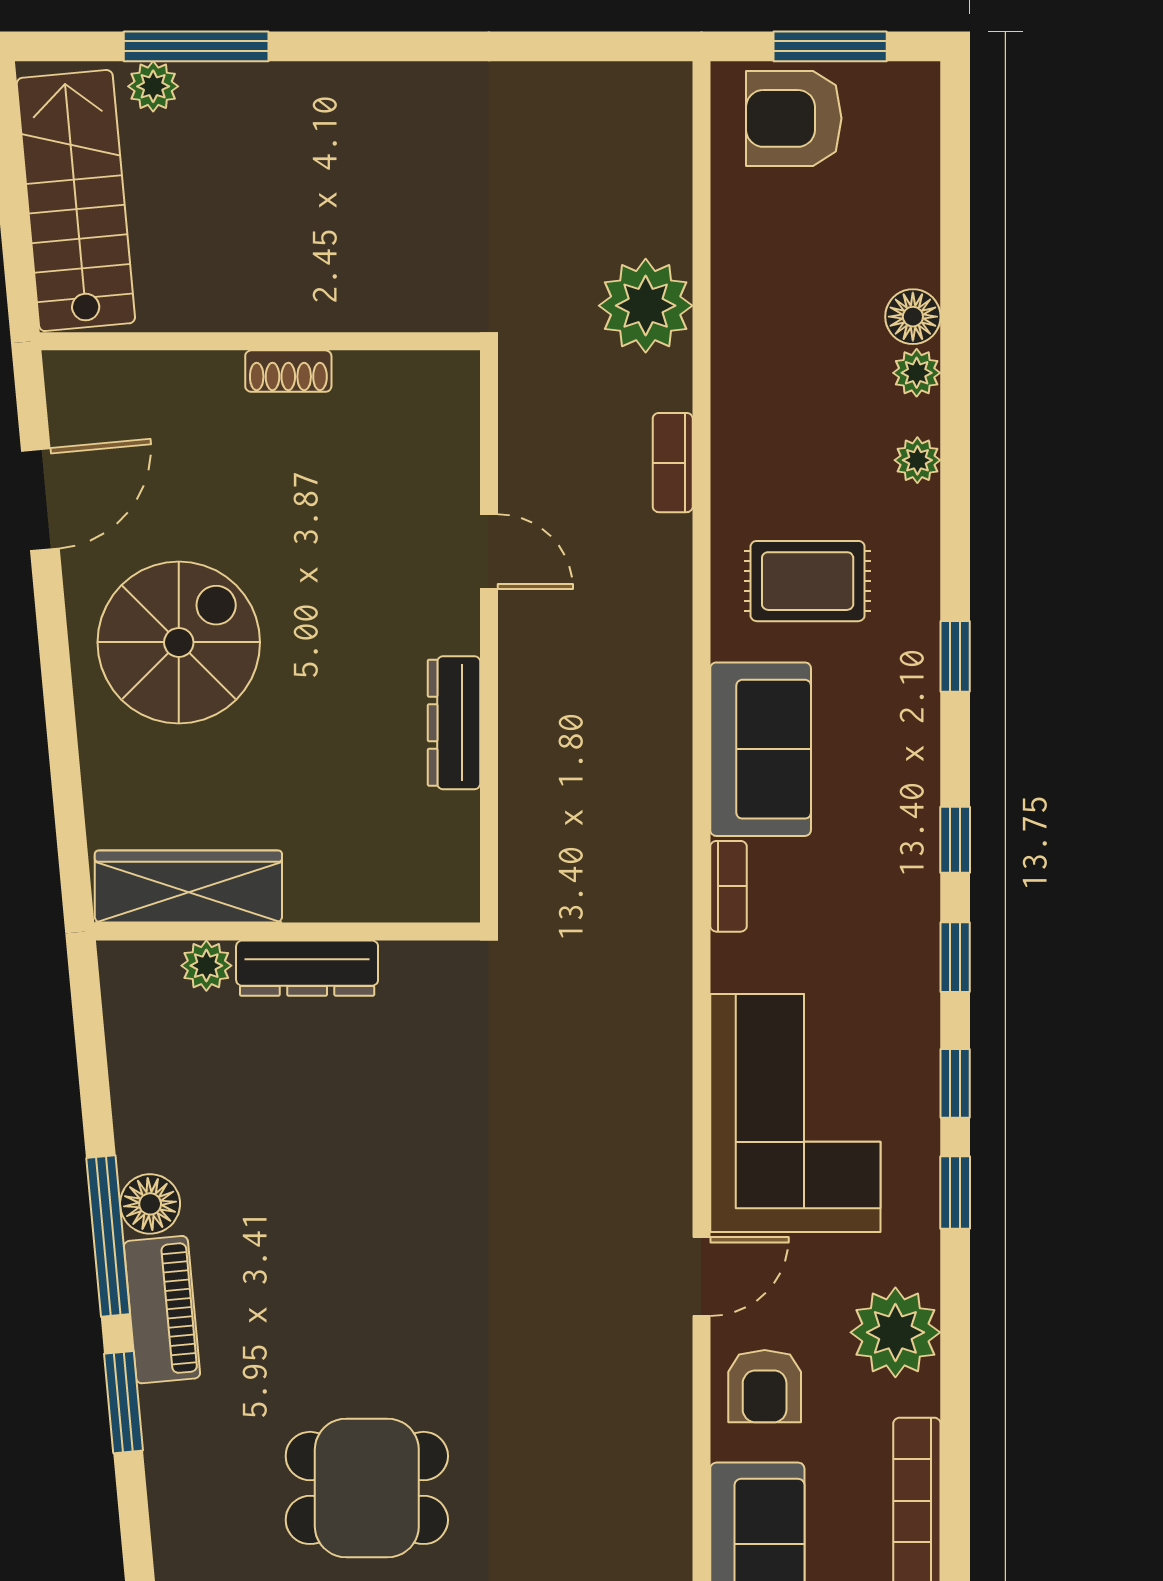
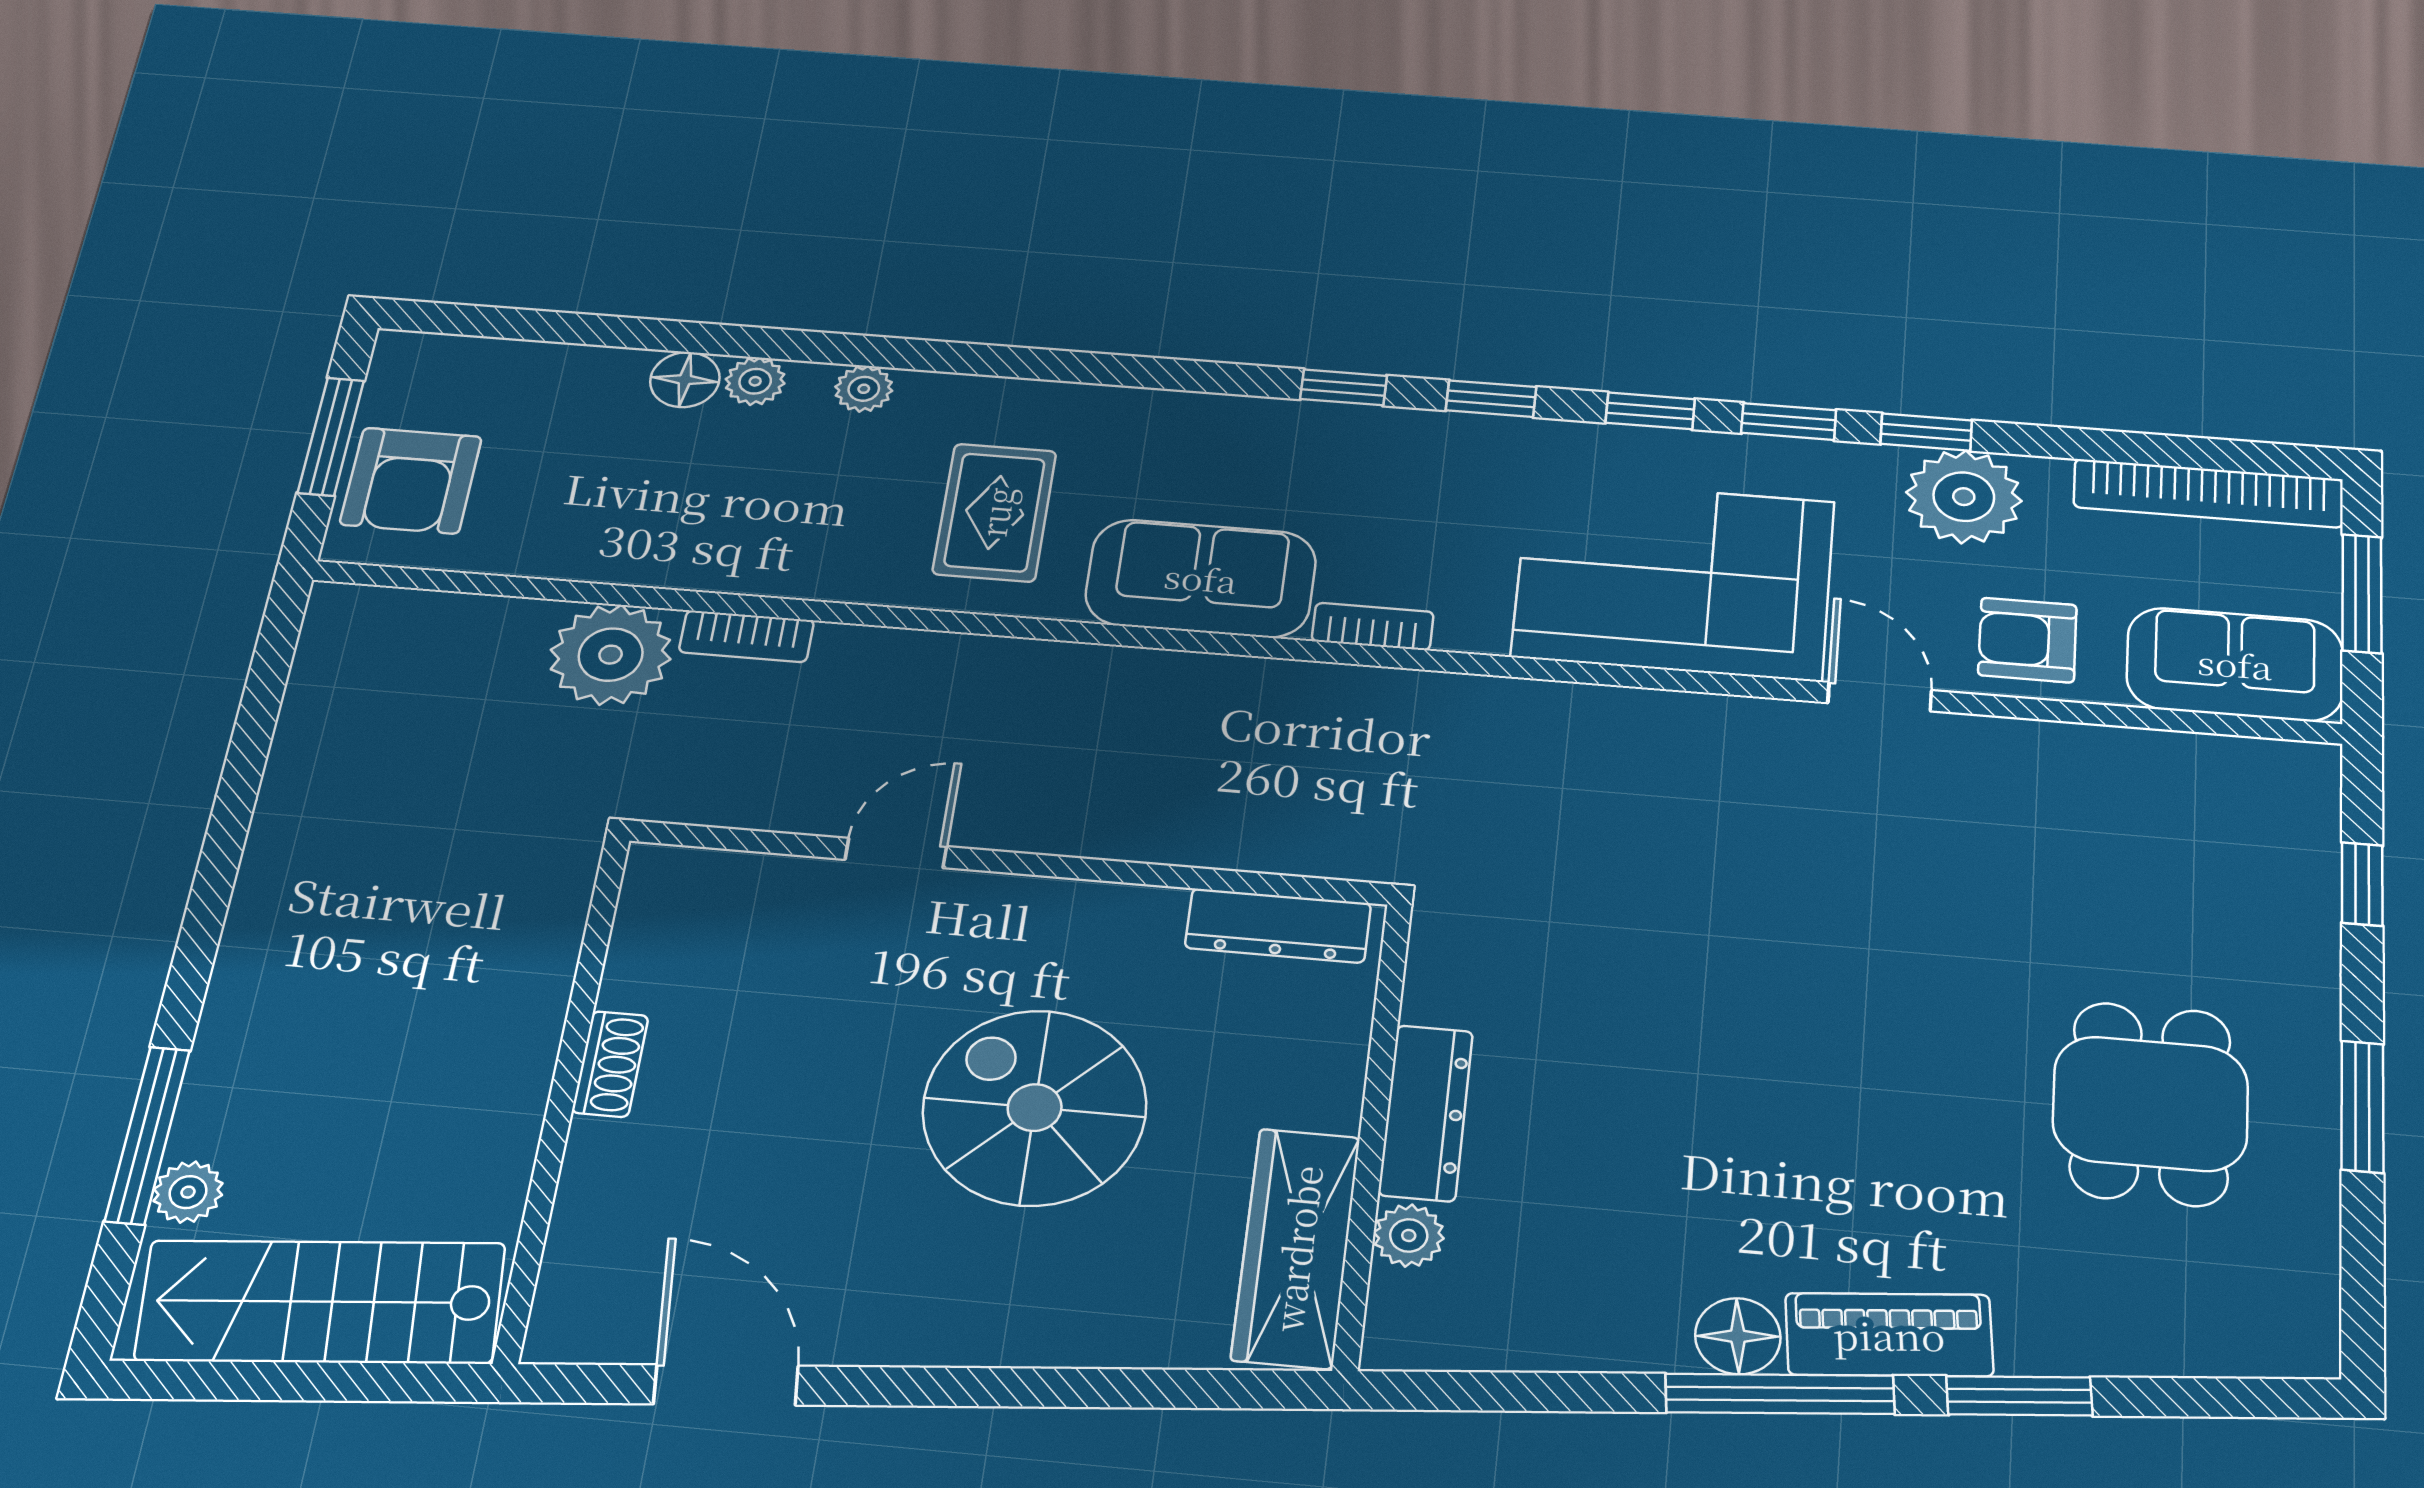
bookcase: (673, 463) -> (746, 636), moved
spiral stairs: (179, 642) -> (1035, 1108), moved
window: (955, 656) -> (1926, 432), moved
dresser: (454, 723) -> (1278, 926), moved
armchair: (765, 1386) -> (2027, 640), turned 180

